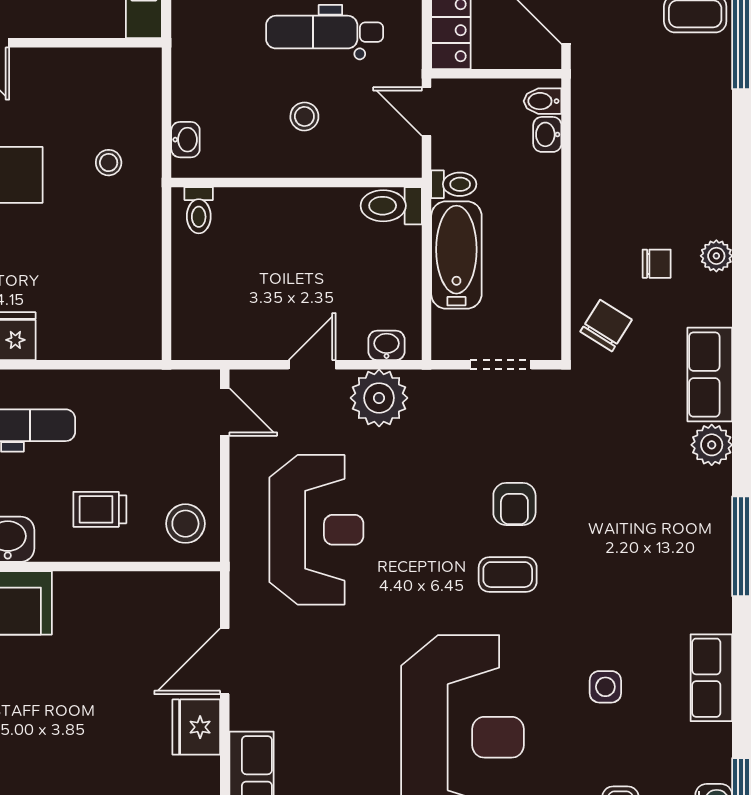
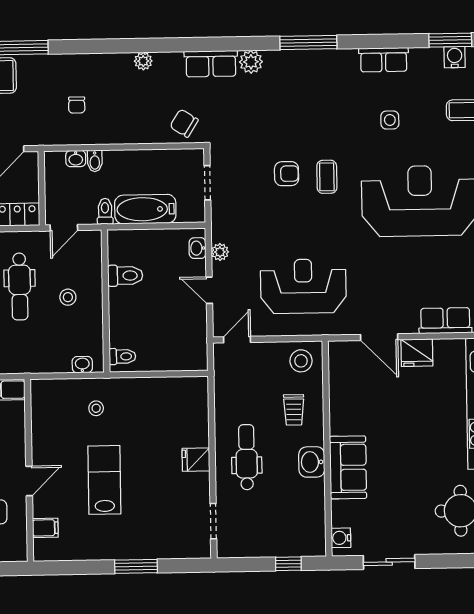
bidet: (543, 101) -> (95, 161), moved
toilet: (391, 206) -> (125, 276), moved, turned -90
chair: (657, 264) -> (77, 105), moved, turned 180
plant: (379, 398) -> (220, 252), width x0.53, depth x0.53

